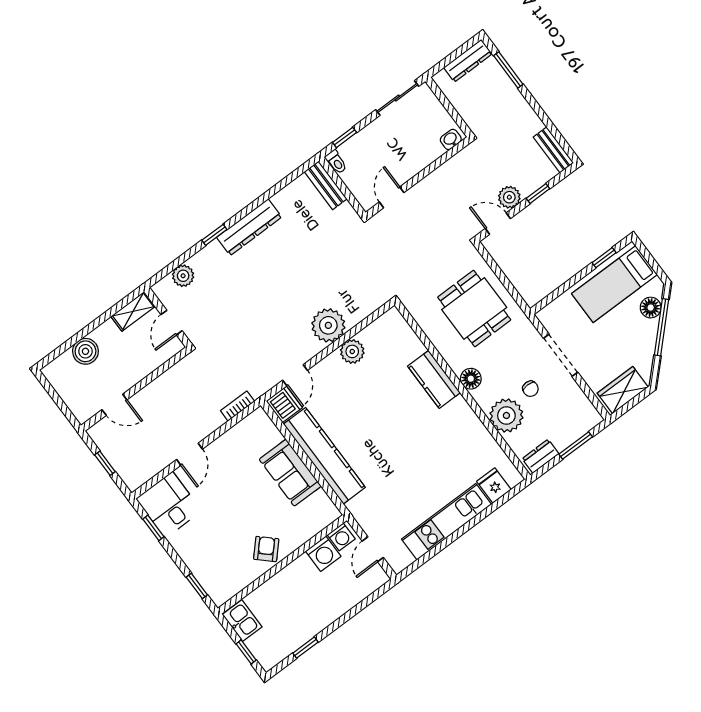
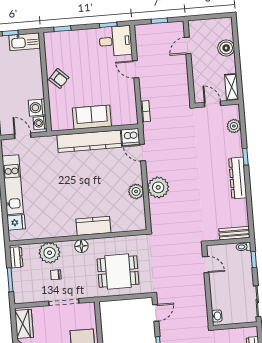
plant: (509, 197) -> (166, 328), removed
kitchen sink: (242, 621) -> (24, 42), width x1.38

